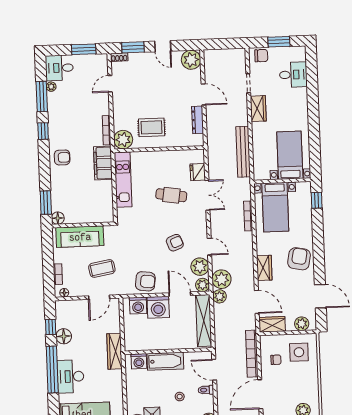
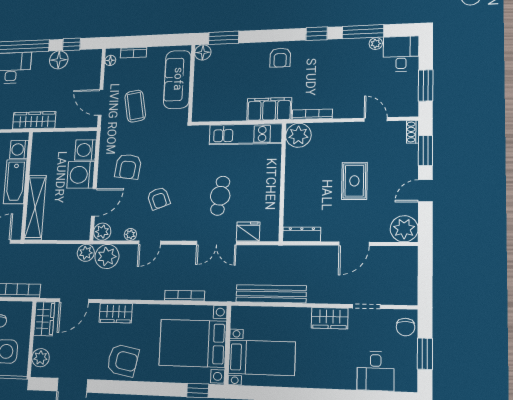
dresser: (198, 120) -> (302, 234), moved
rug: (152, 127) -> (354, 181), moved
bed with nightstands: (275, 207) -> (193, 343), width x1.36
plant: (200, 267) -> (130, 234), width x0.53, depth x0.53
armchair: (145, 281) -> (128, 167), moved
shelving: (204, 321) -> (35, 208), moved, turned 90

